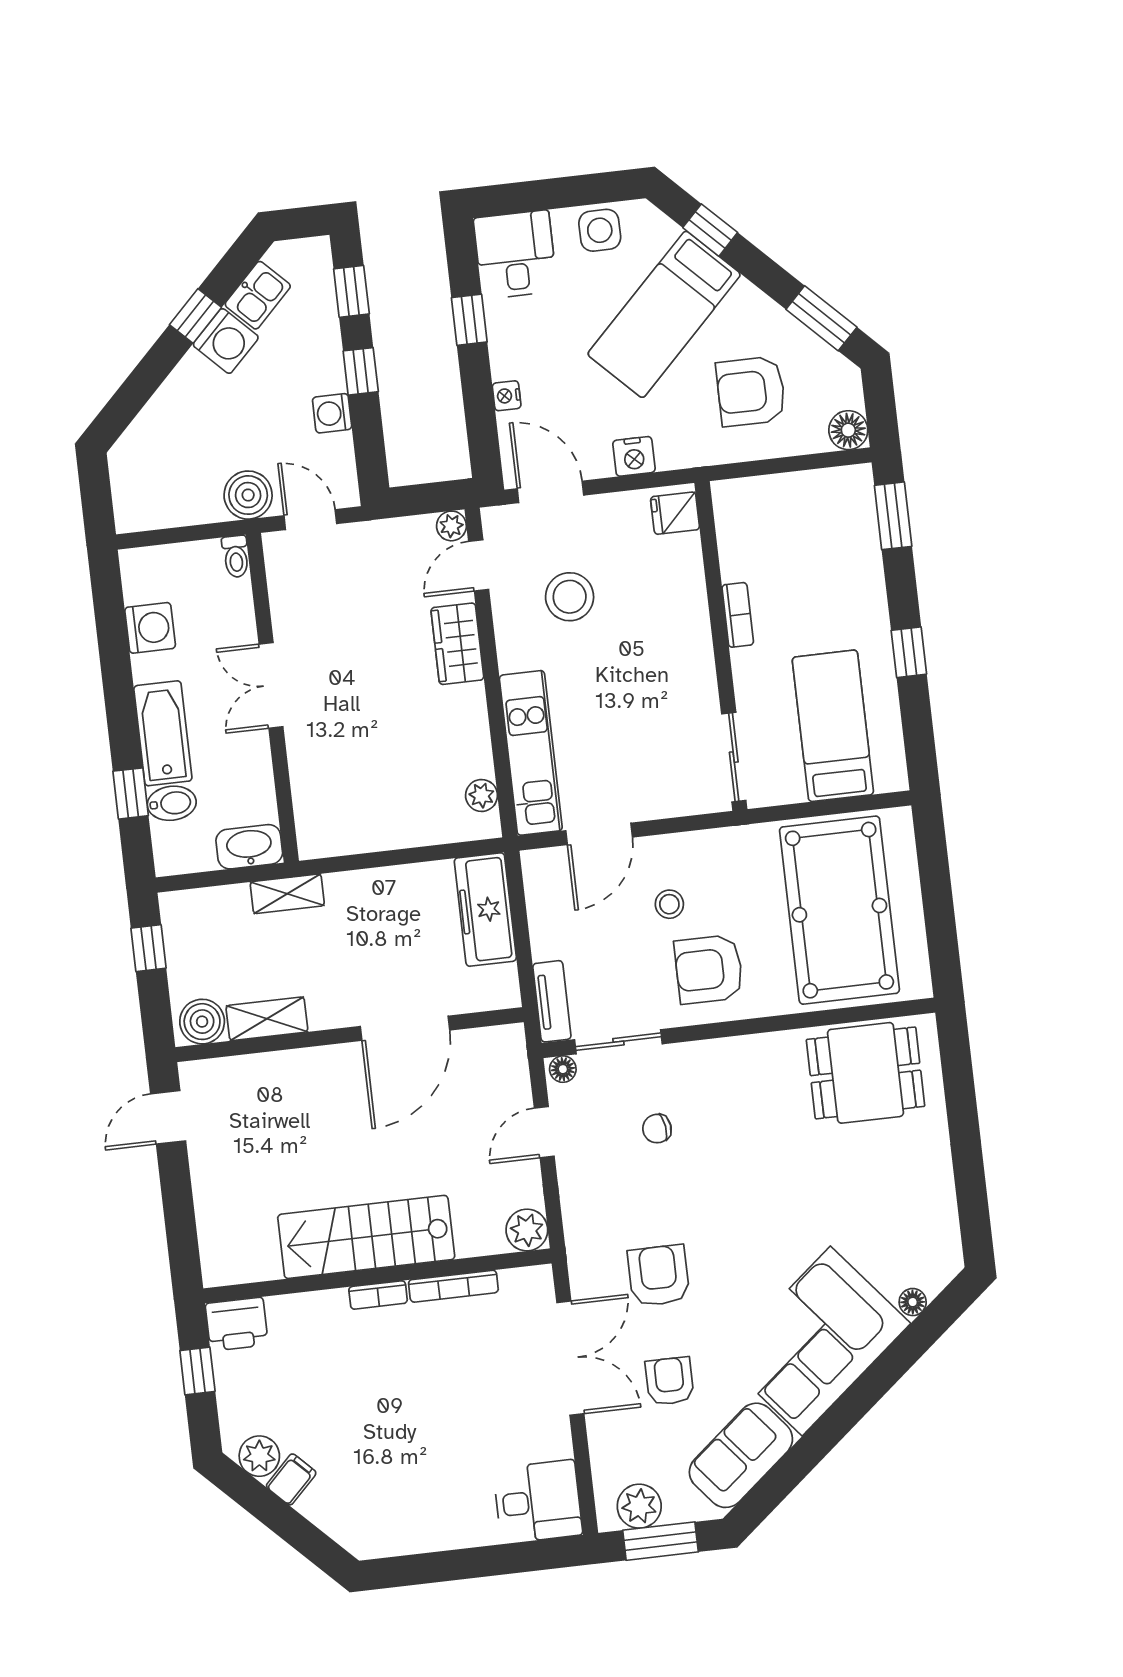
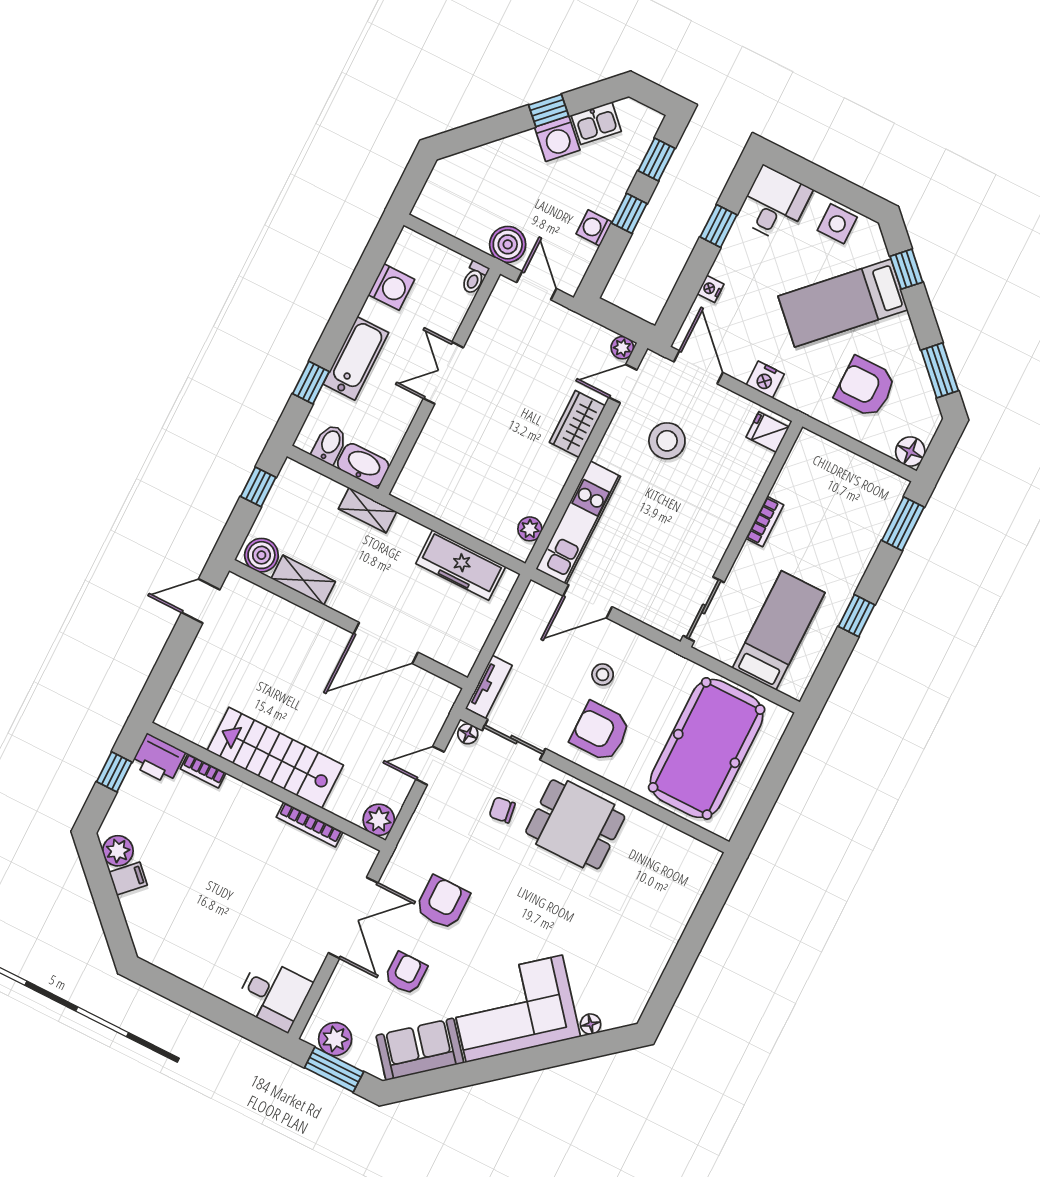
bidet: (172, 803) -> (330, 444), moved, turned -90
freezer: (485, 910) -> (461, 565), moved, turned -90
dining table: (866, 1073) -> (575, 824), moved
bookcase: (378, 1295) -> (203, 771), moved

